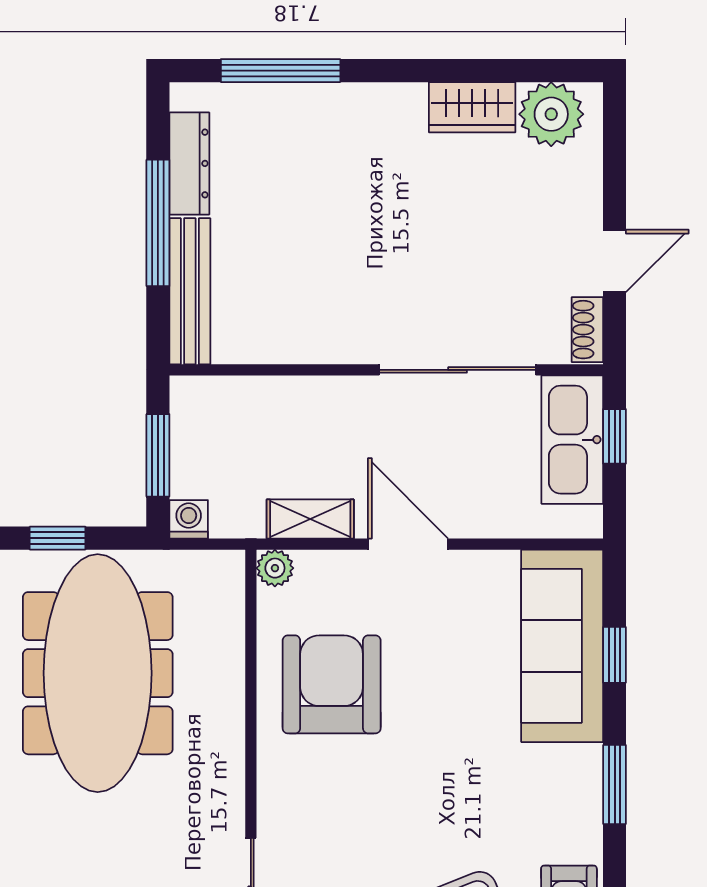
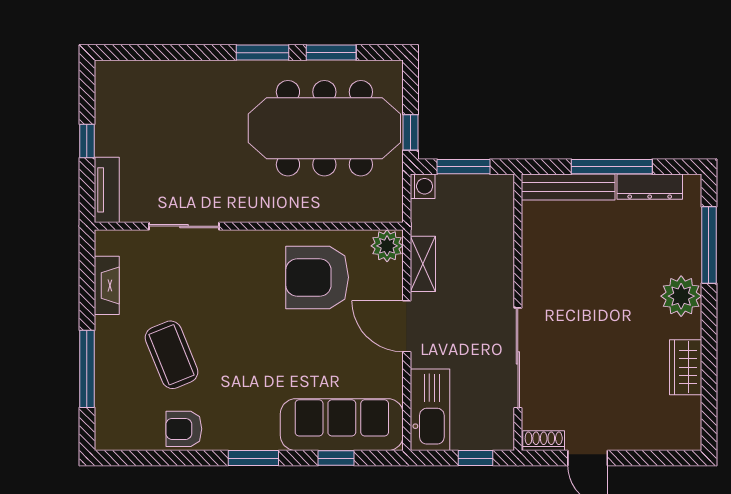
plant: (551, 114) -> (681, 296), moved
kitchen sink: (572, 440) -> (430, 410), moved, turned 90
window: (58, 538) -> (411, 132), moved
door: (408, 544) -> (407, 326), swing flipped
plant: (275, 568) -> (387, 246), width x1.38, depth x1.38
armchair: (332, 684) -> (317, 277), turned 180

